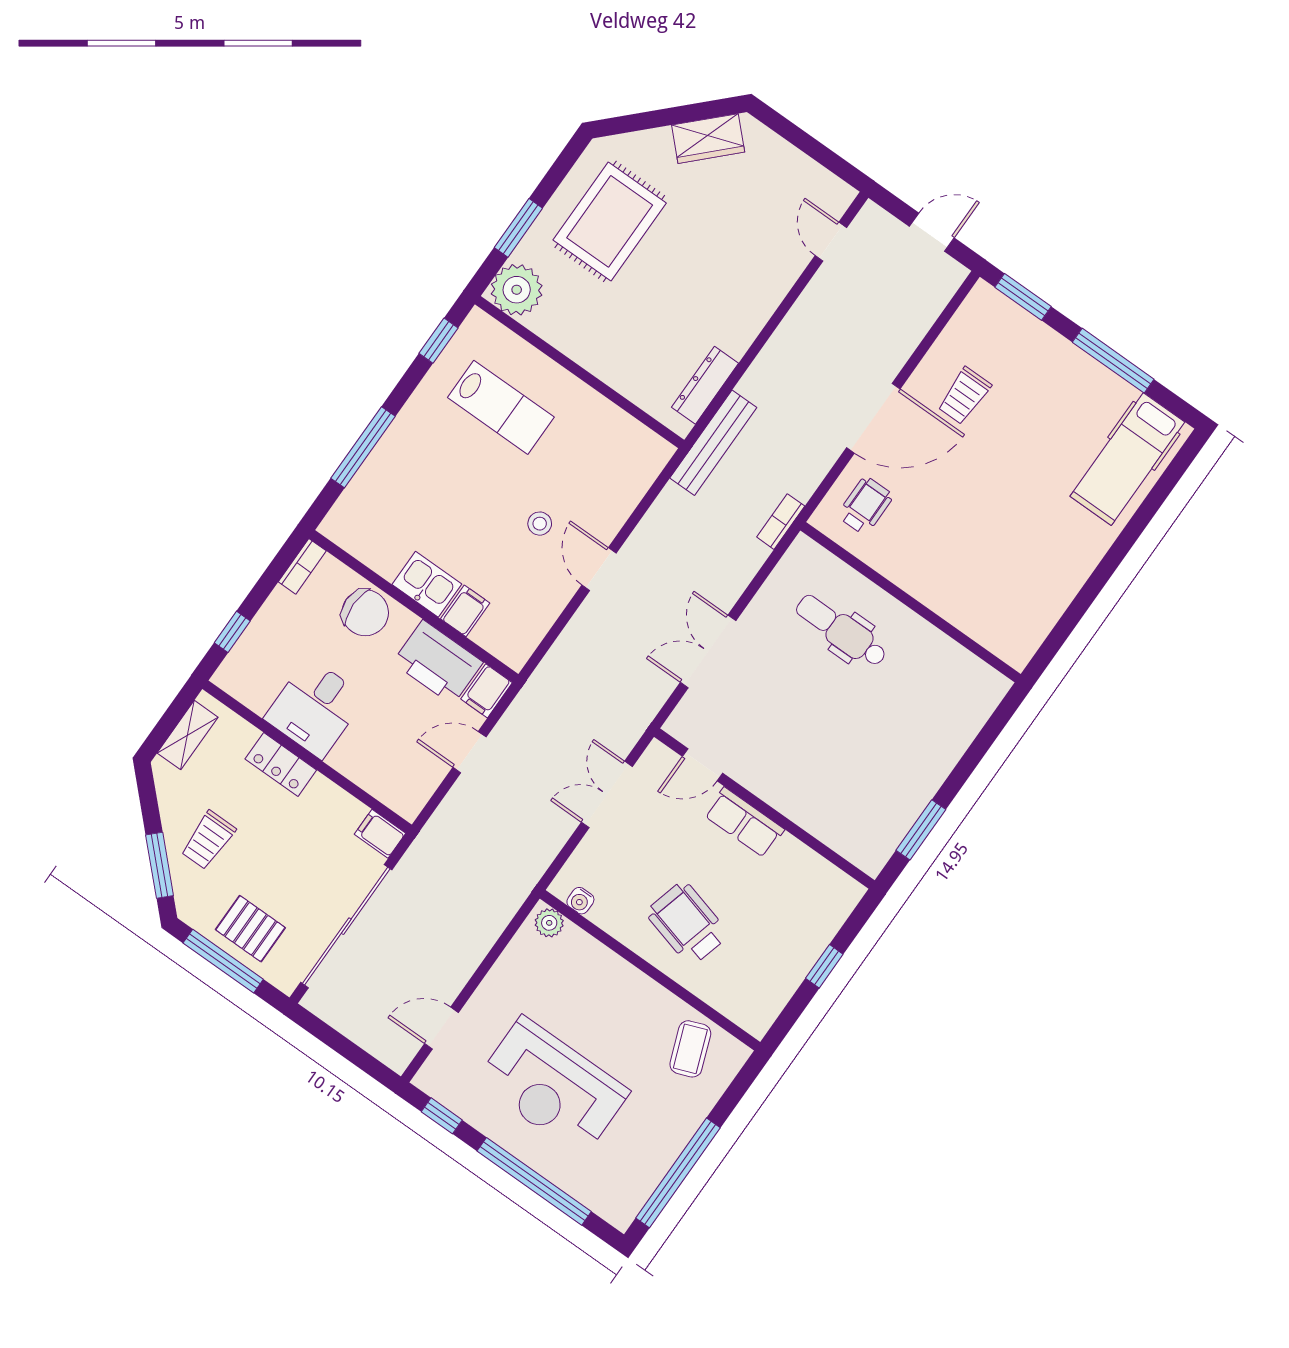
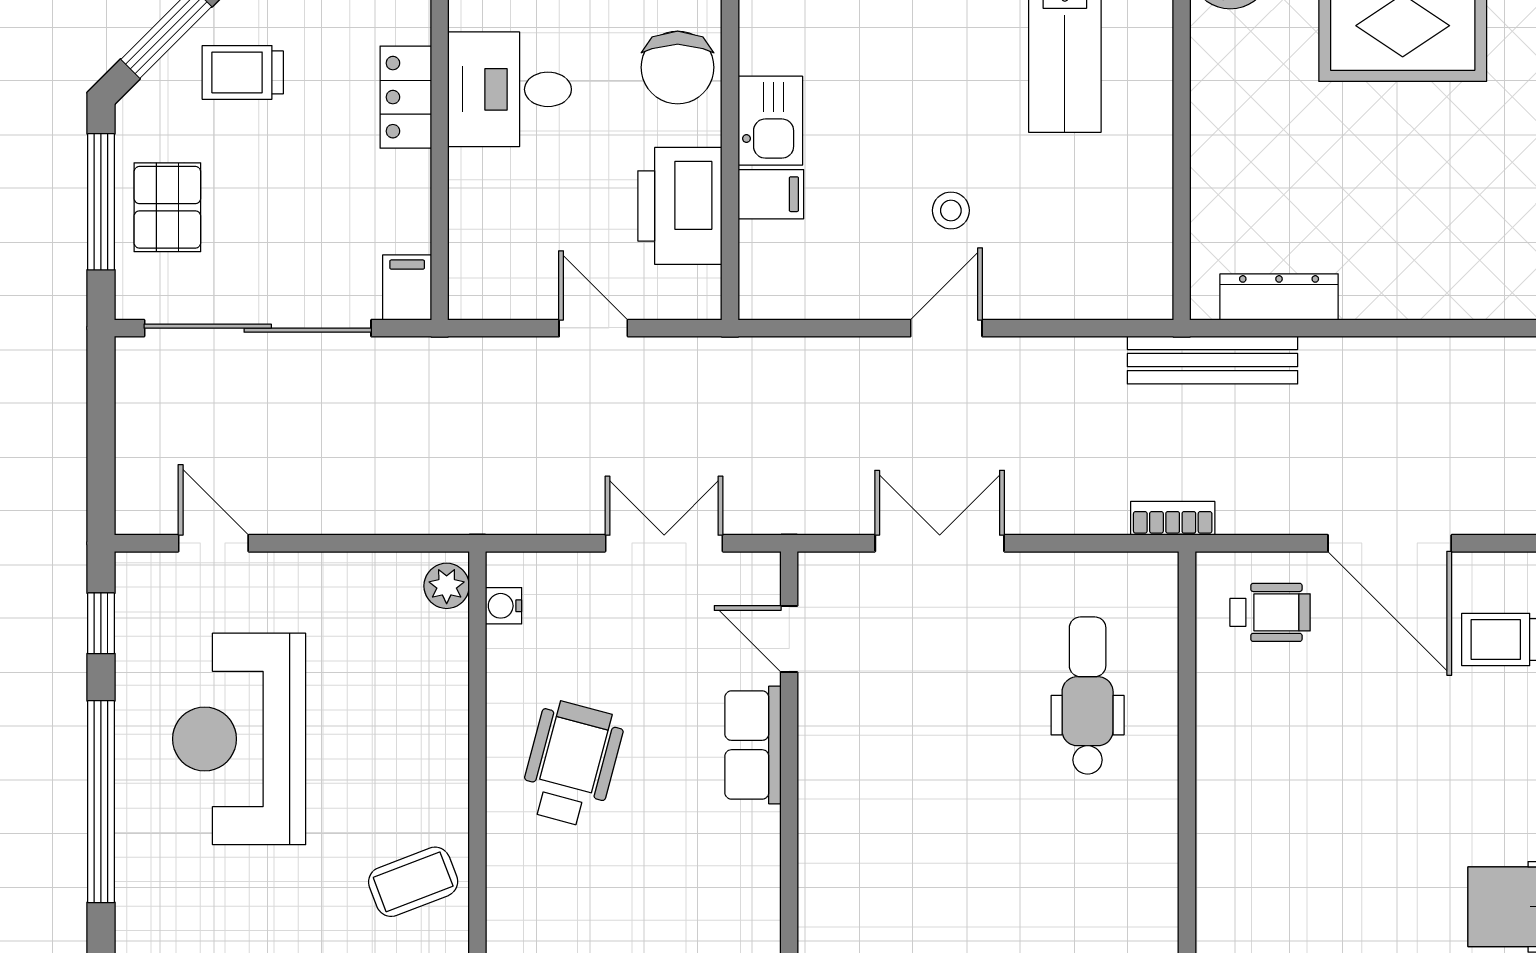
filing cabinet: (487, 691) -> (688, 294), removed

